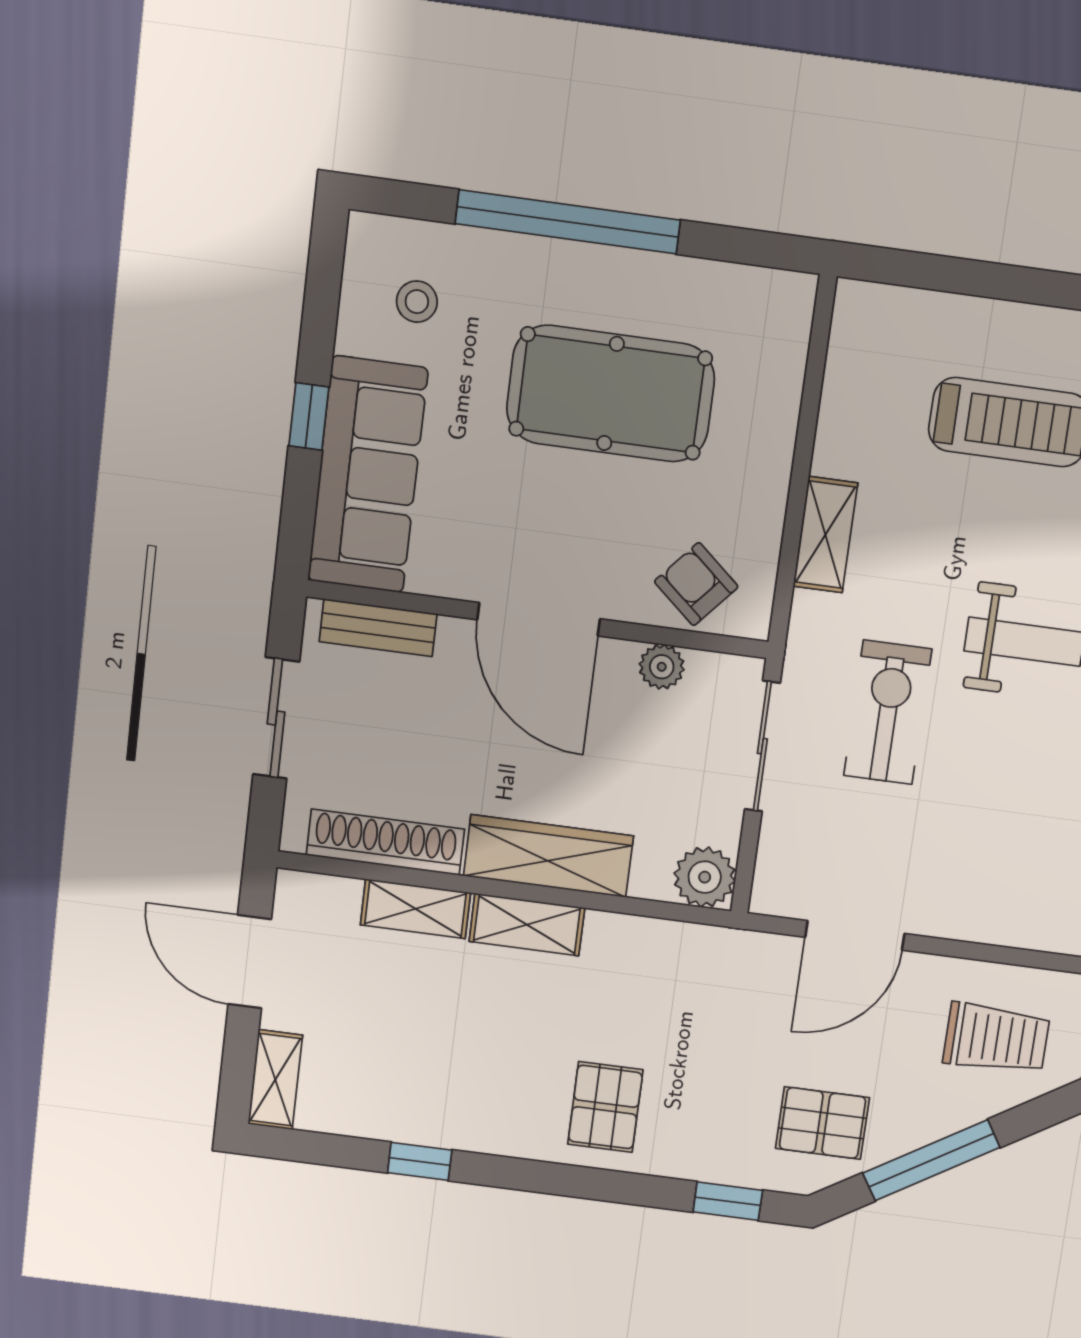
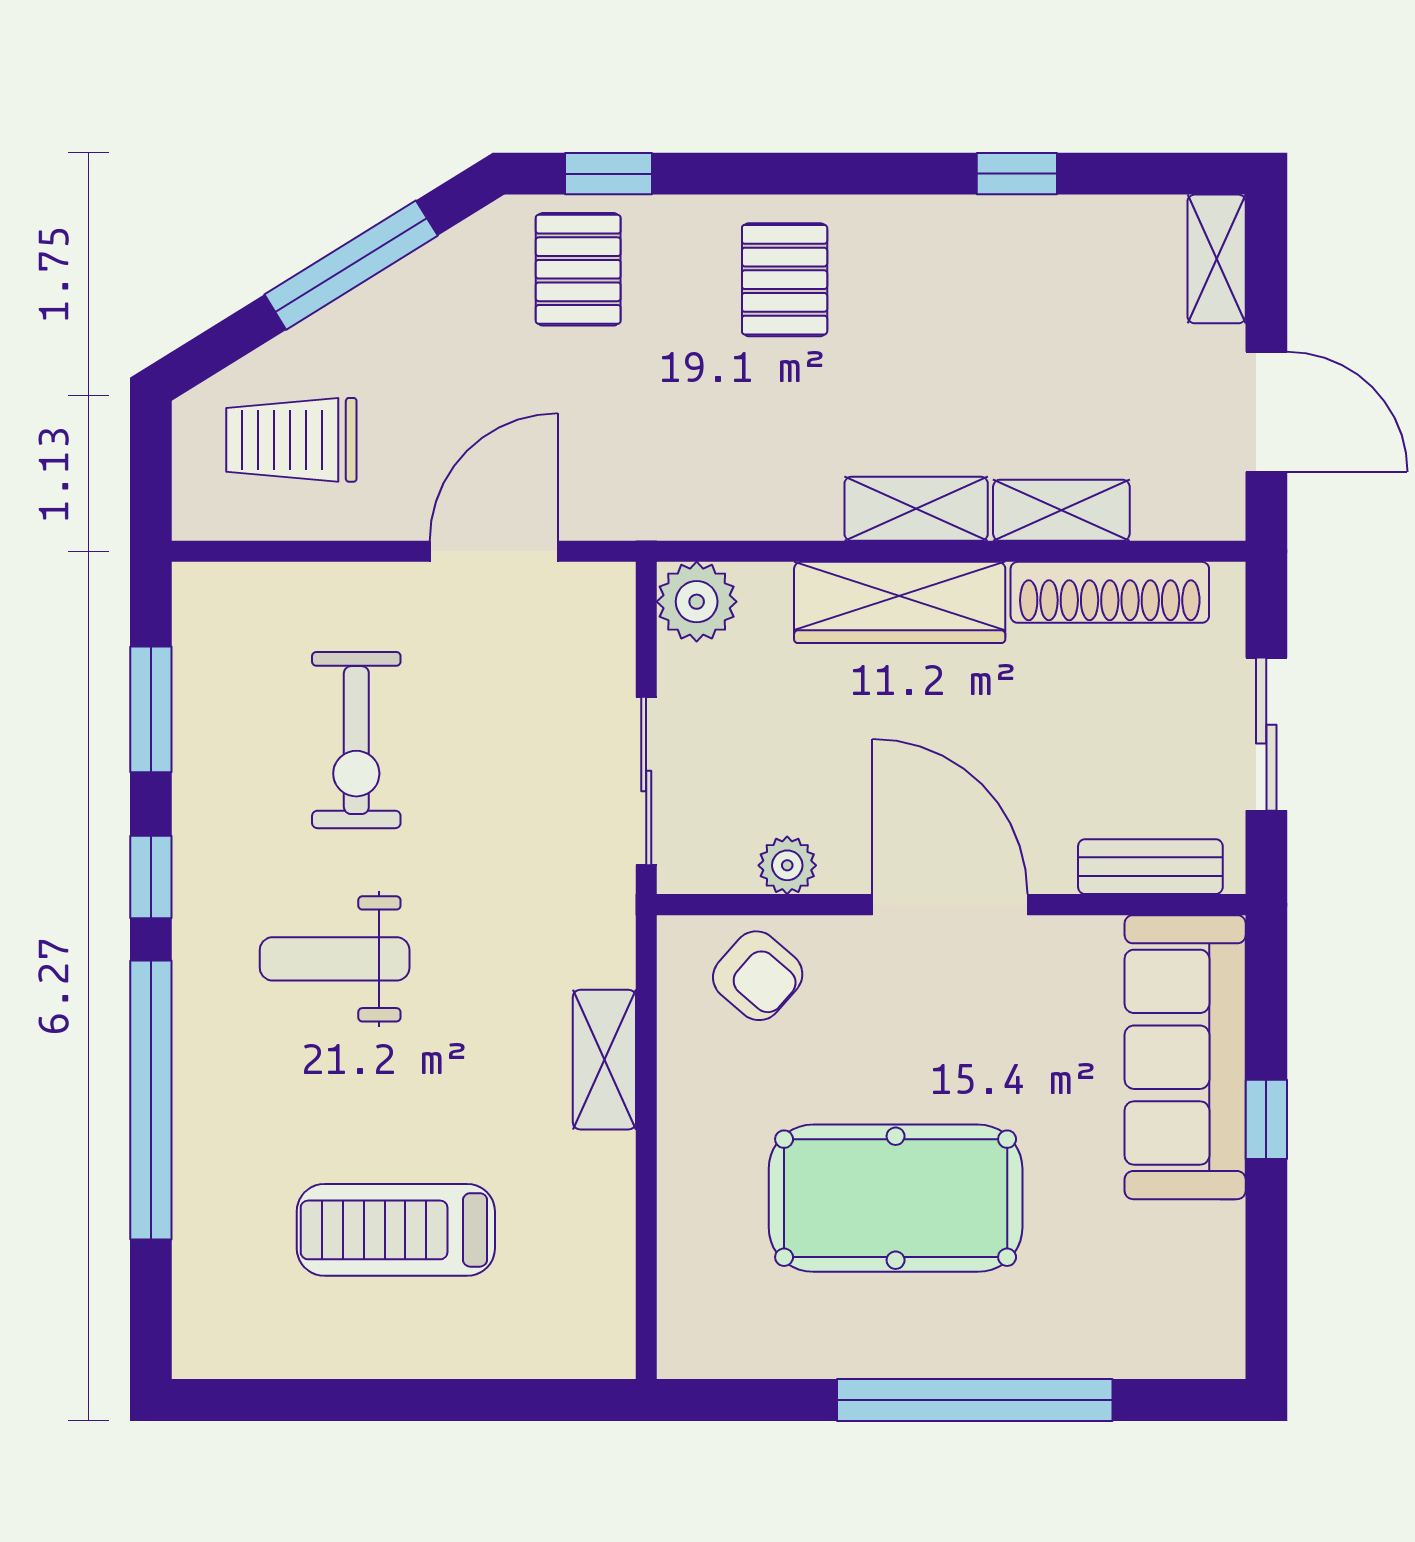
stool: (417, 302) -> (1149, 1278), removed
exercise bike: (888, 712) -> (356, 740), moved
pallet: (822, 1123) -> (578, 269), moved, turned 90

